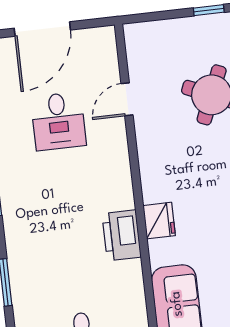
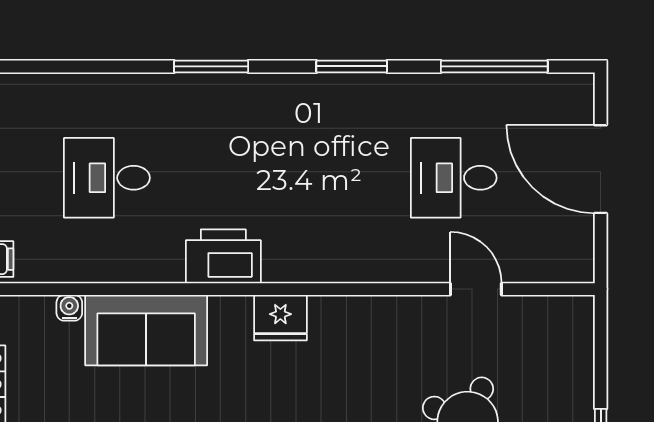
printer: (122, 235) -> (223, 256), moved

